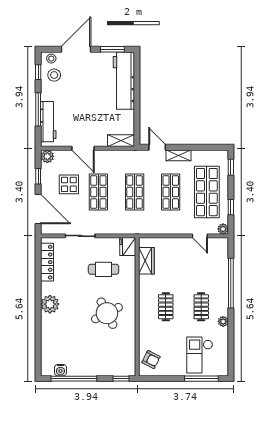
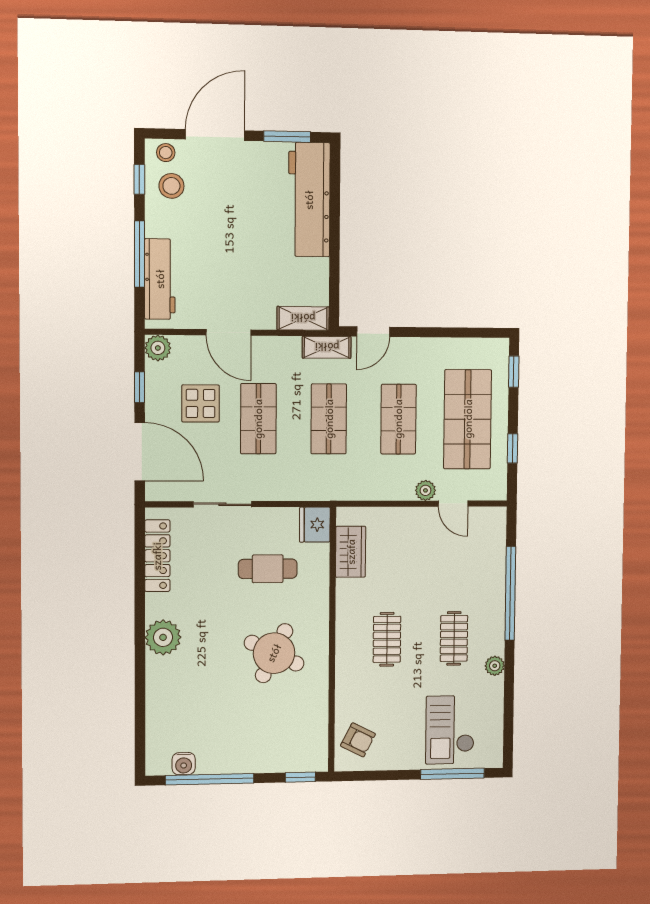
door: (157, 147) -> (373, 332), swing flipped
shelving: (179, 155) -> (327, 347), moved
plant: (223, 229) -> (425, 490), moved
round table: (107, 313) -> (274, 653), turned -37

